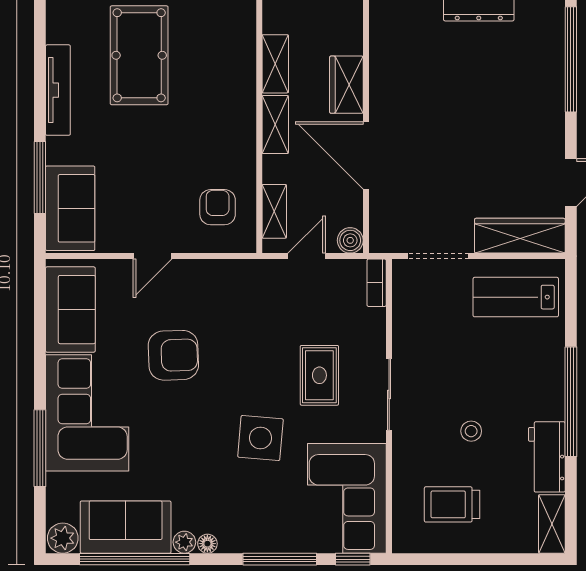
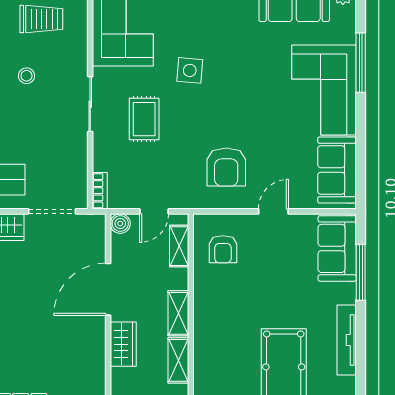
door: (366, 155) -> (108, 289), swing flipped
armchair: (173, 355) -> (226, 167), moved, turned -88
side table: (260, 438) -> (190, 70), width x0.73, depth x0.73

